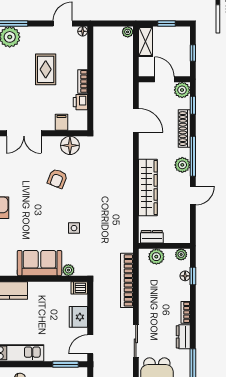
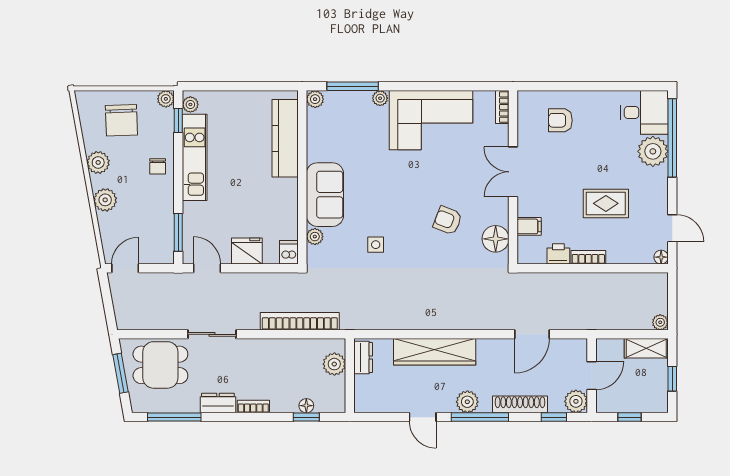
plant: (181, 254) -> (337, 400), removed

